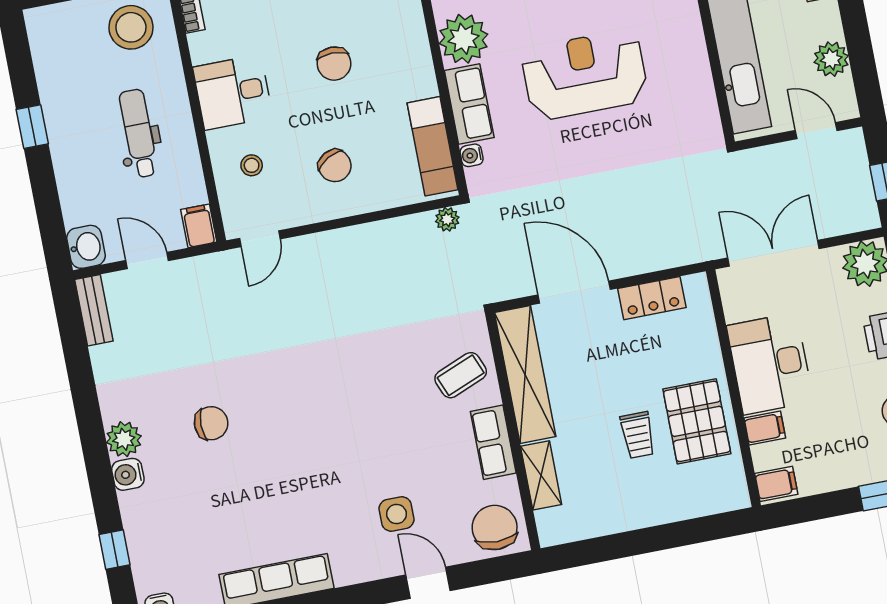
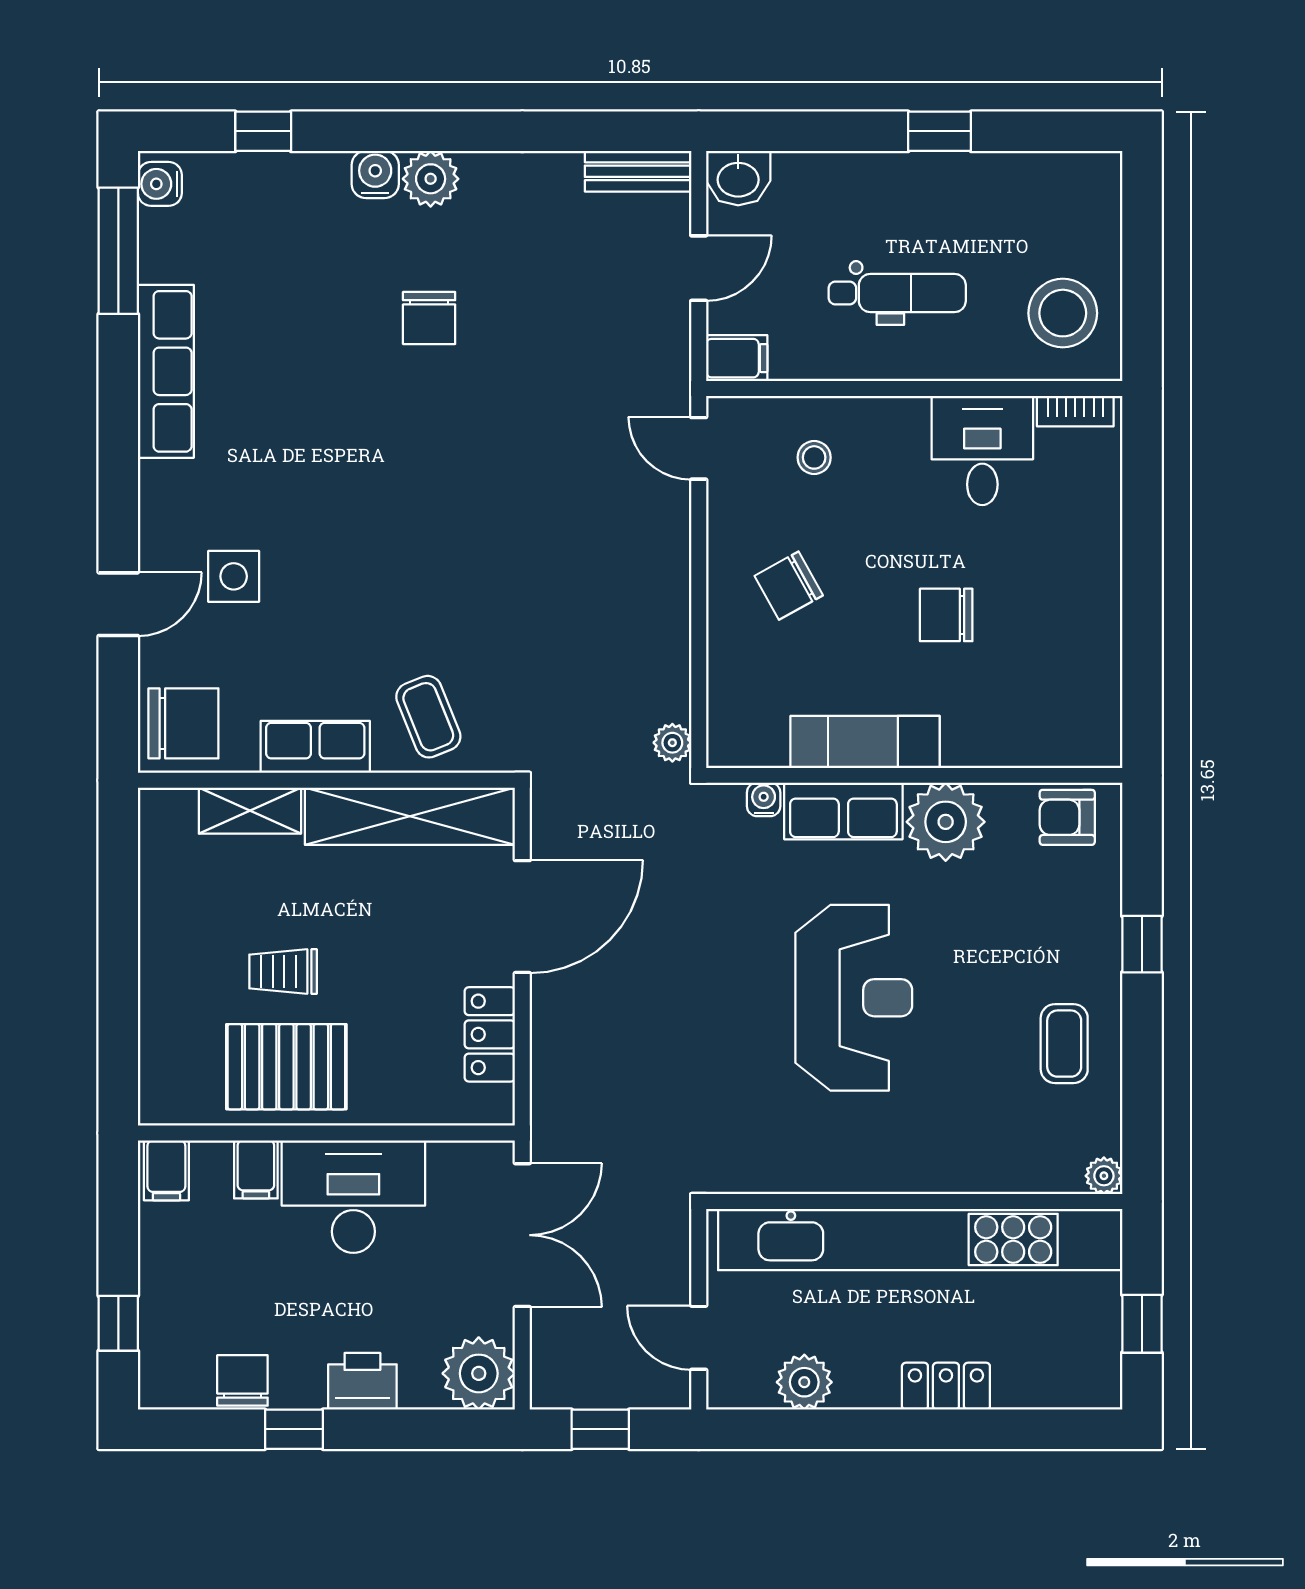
desk: (233, 92) -> (982, 451), moved
door: (816, 131) -> (699, 1338), swing flipped
exam couch: (433, 146) -> (865, 742), moved

